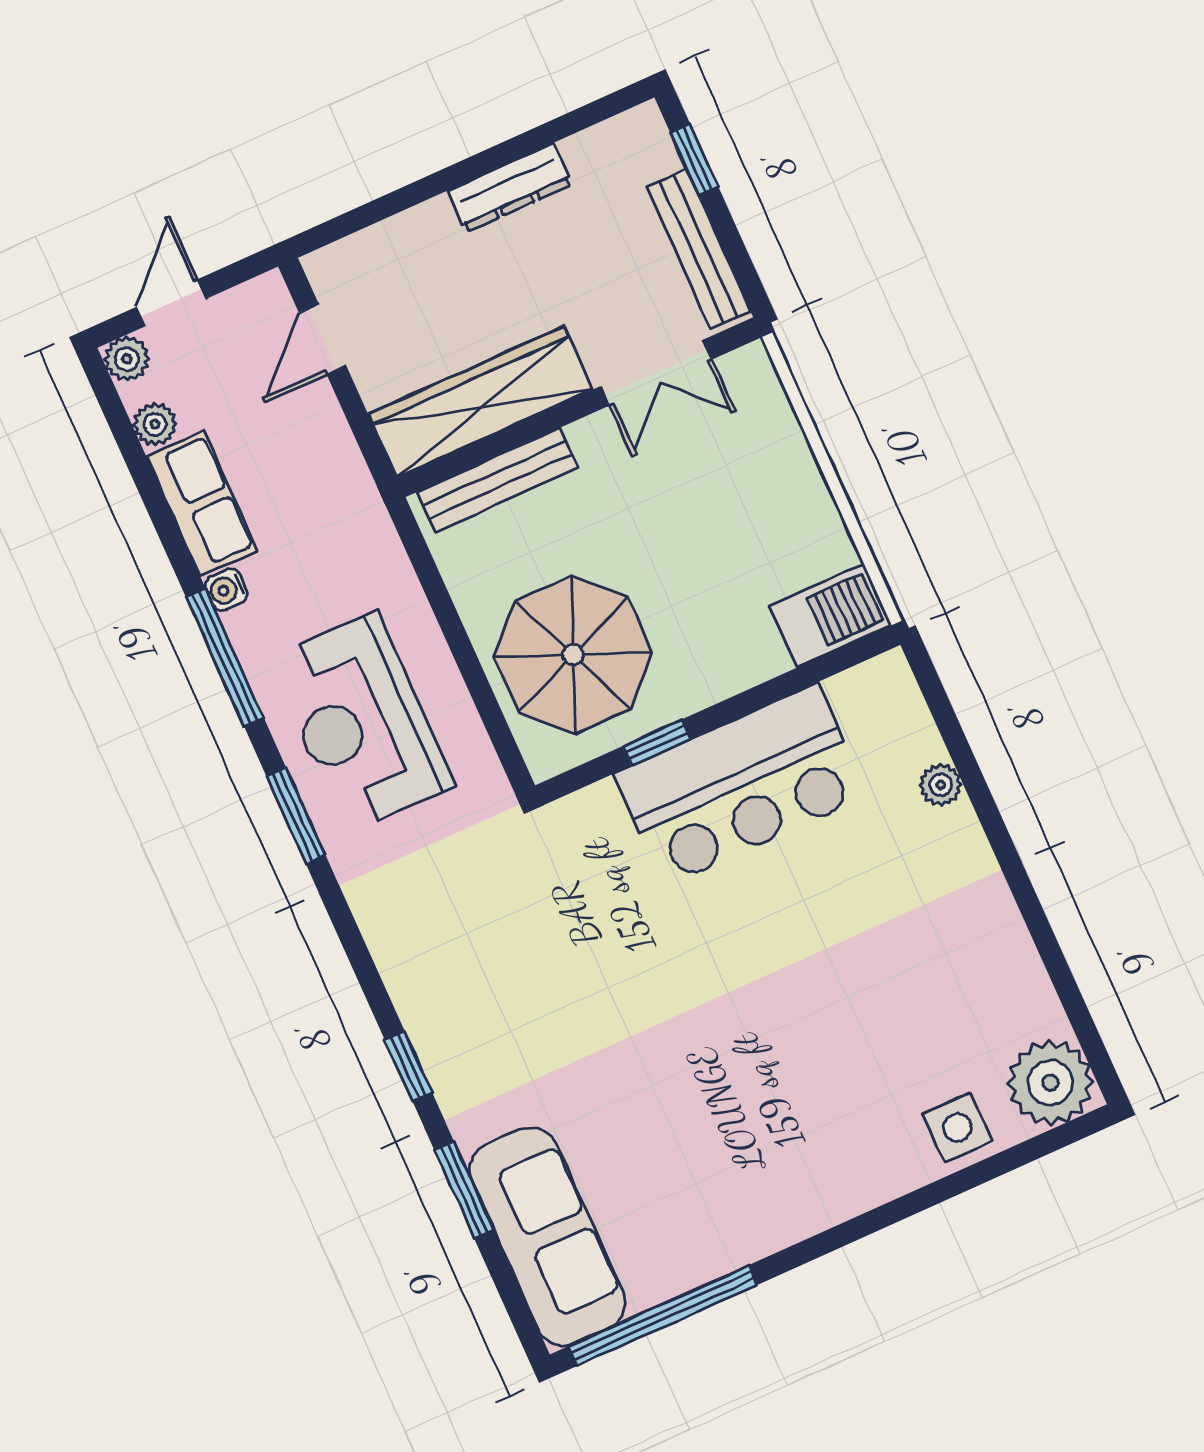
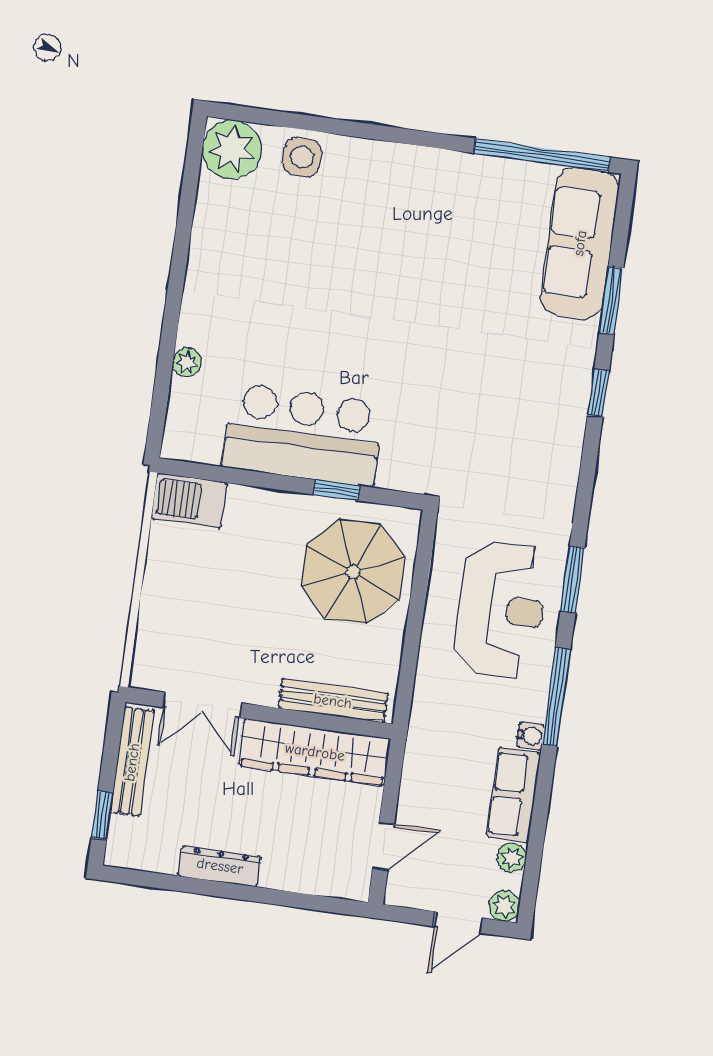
double door: (656, 373) -> (202, 705), swing flipped

